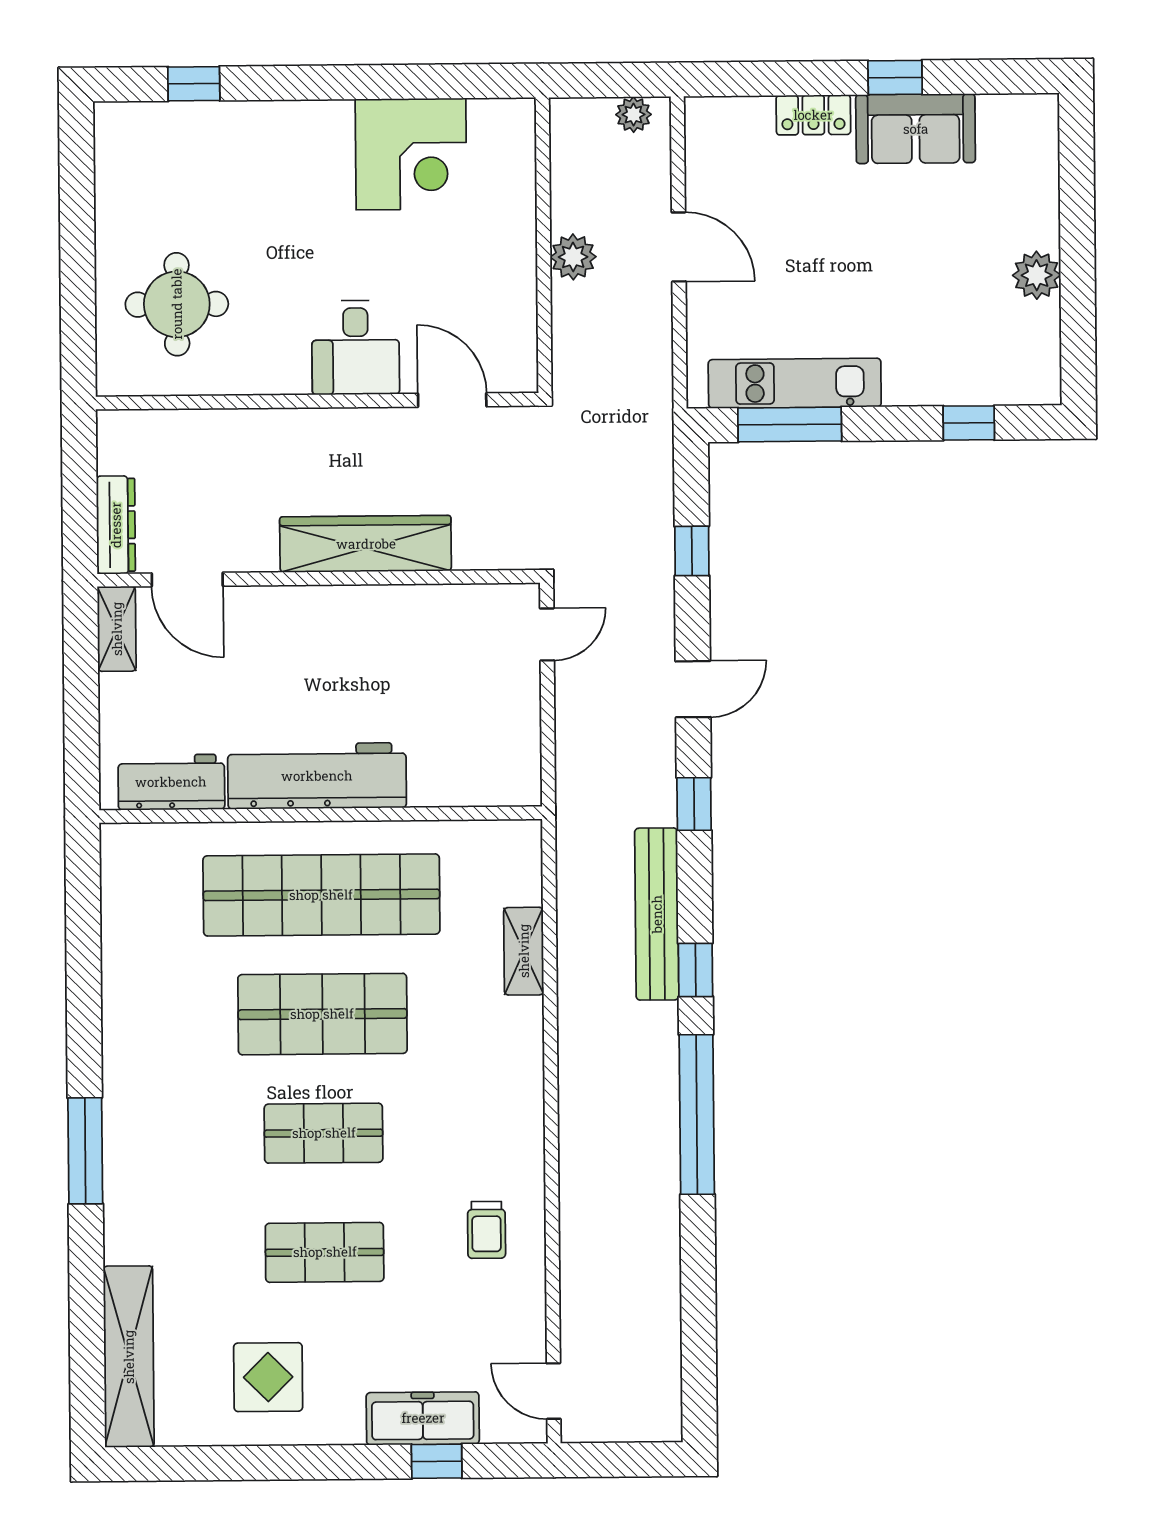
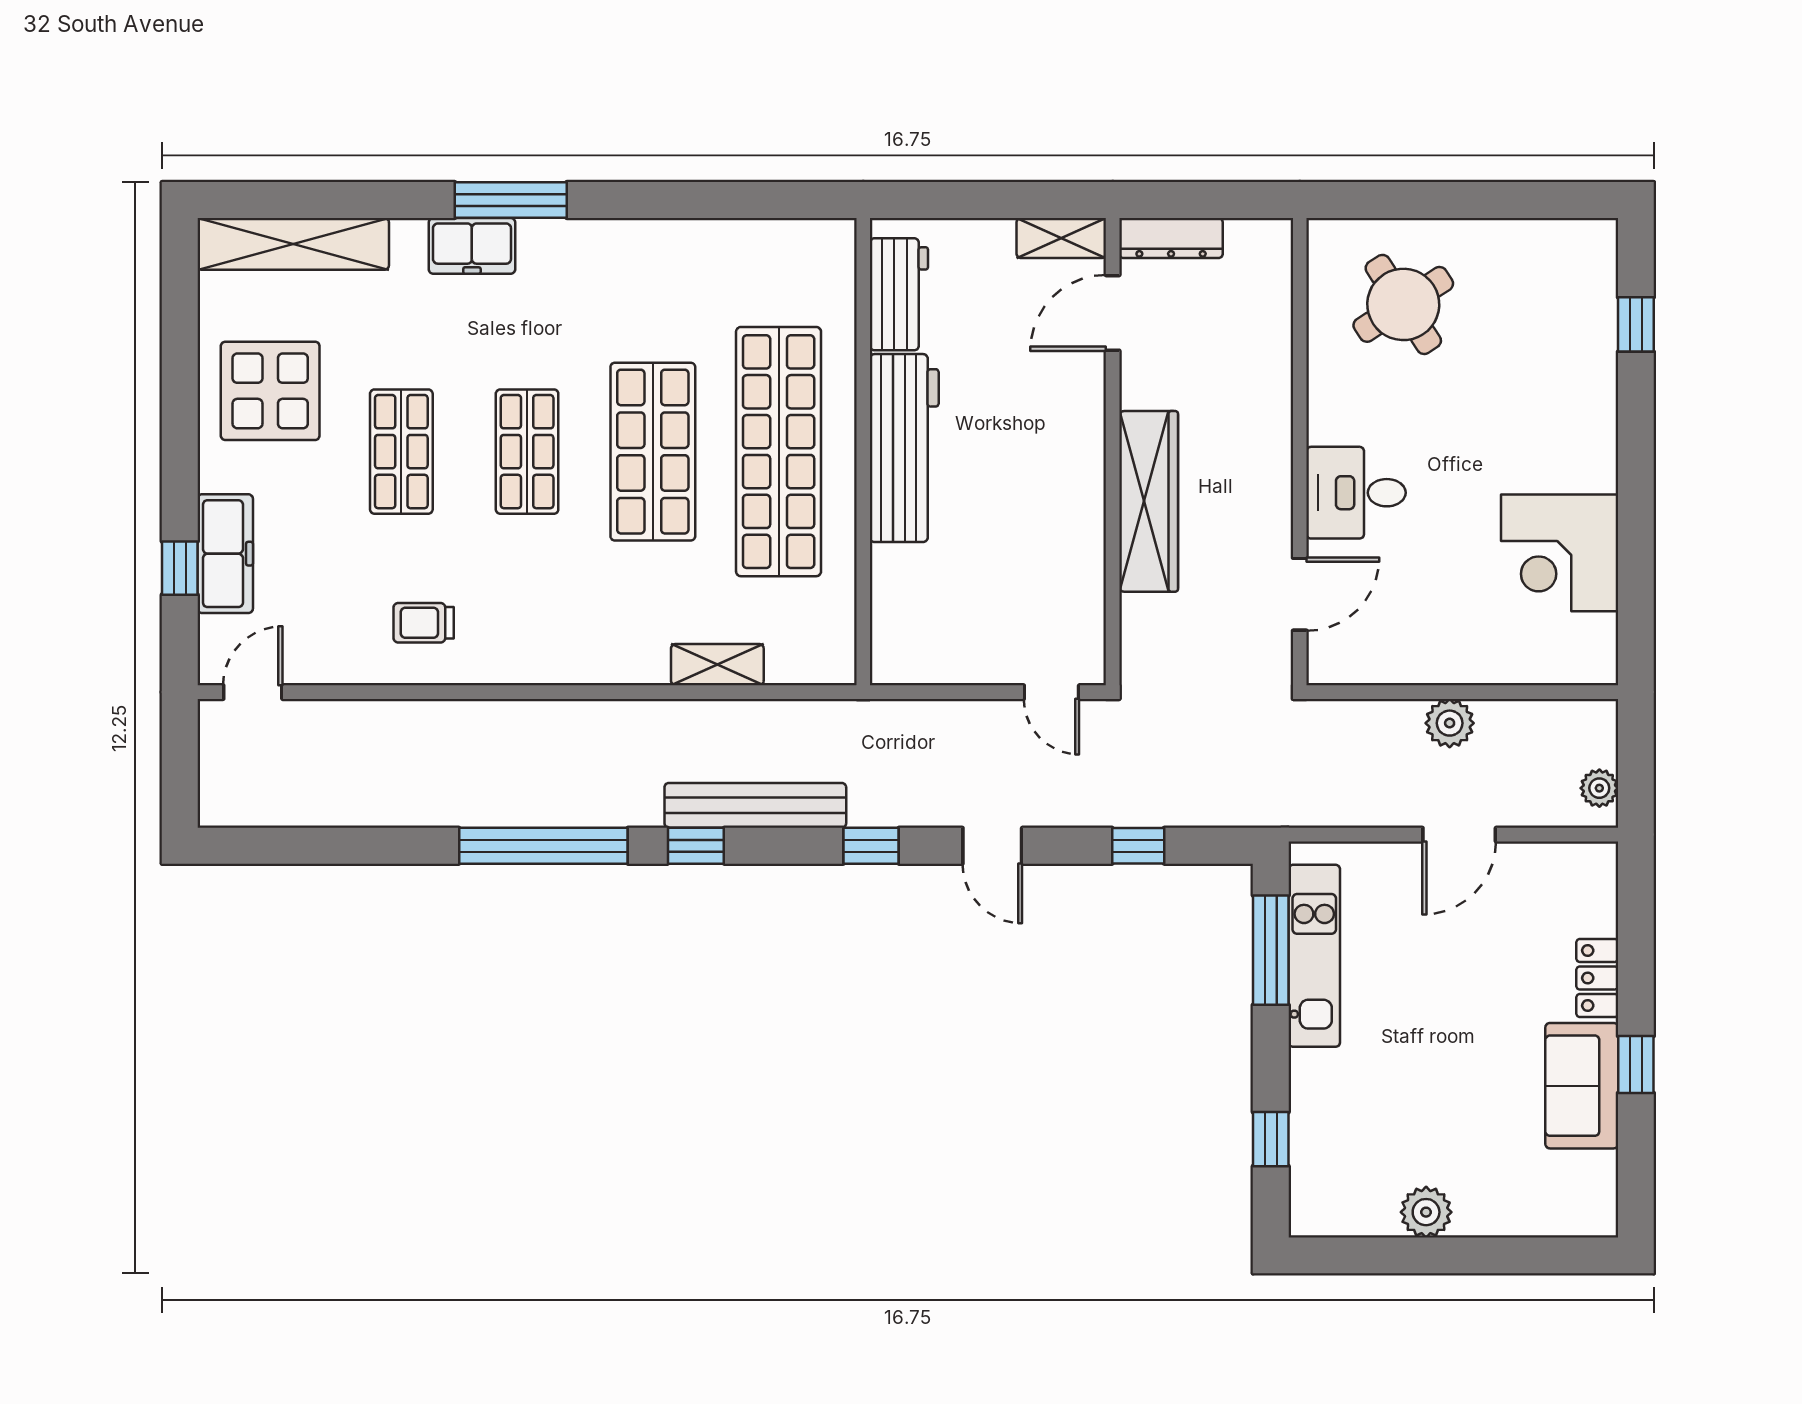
round table: (177, 304) -> (1403, 304), turned -33
freezer: (129, 1187) -> (472, 246), added
display table: (268, 1377) -> (270, 391), width x1.36, depth x1.36

